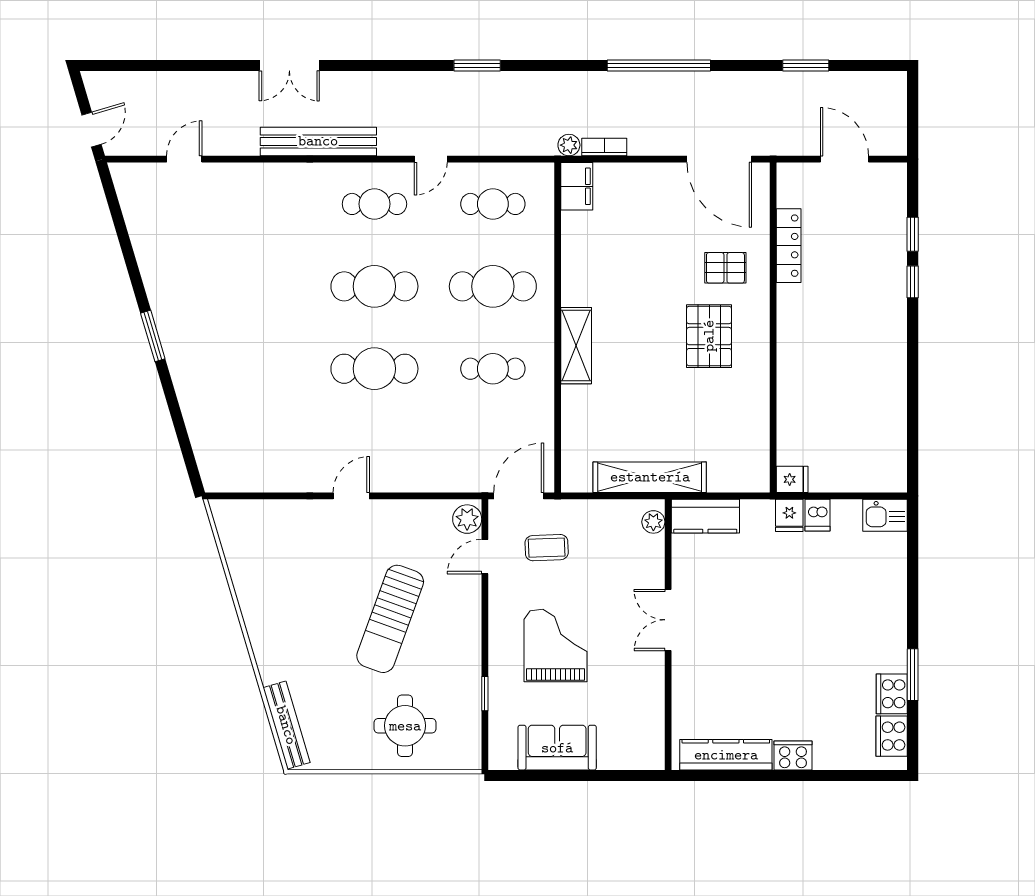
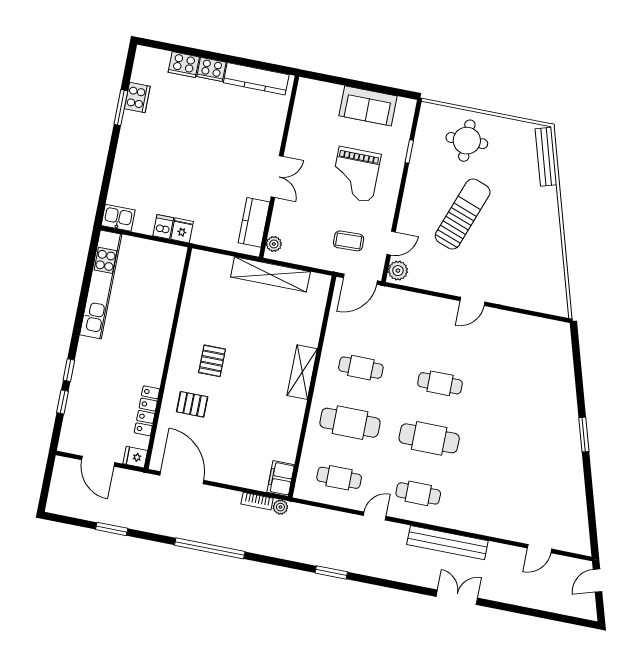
pallet: (709, 336) -> (212, 361), width x0.67, depth x0.71
cafe table: (374, 369) -> (440, 383), width x0.73, depth x0.74
kitchen unit: (891, 414) -> (101, 285), added
fridge: (792, 479) -> (135, 457), moved
kitchen counter: (705, 516) -> (254, 222), moved, turned -90
cooker: (892, 736) -> (184, 65), moved, turned 90

